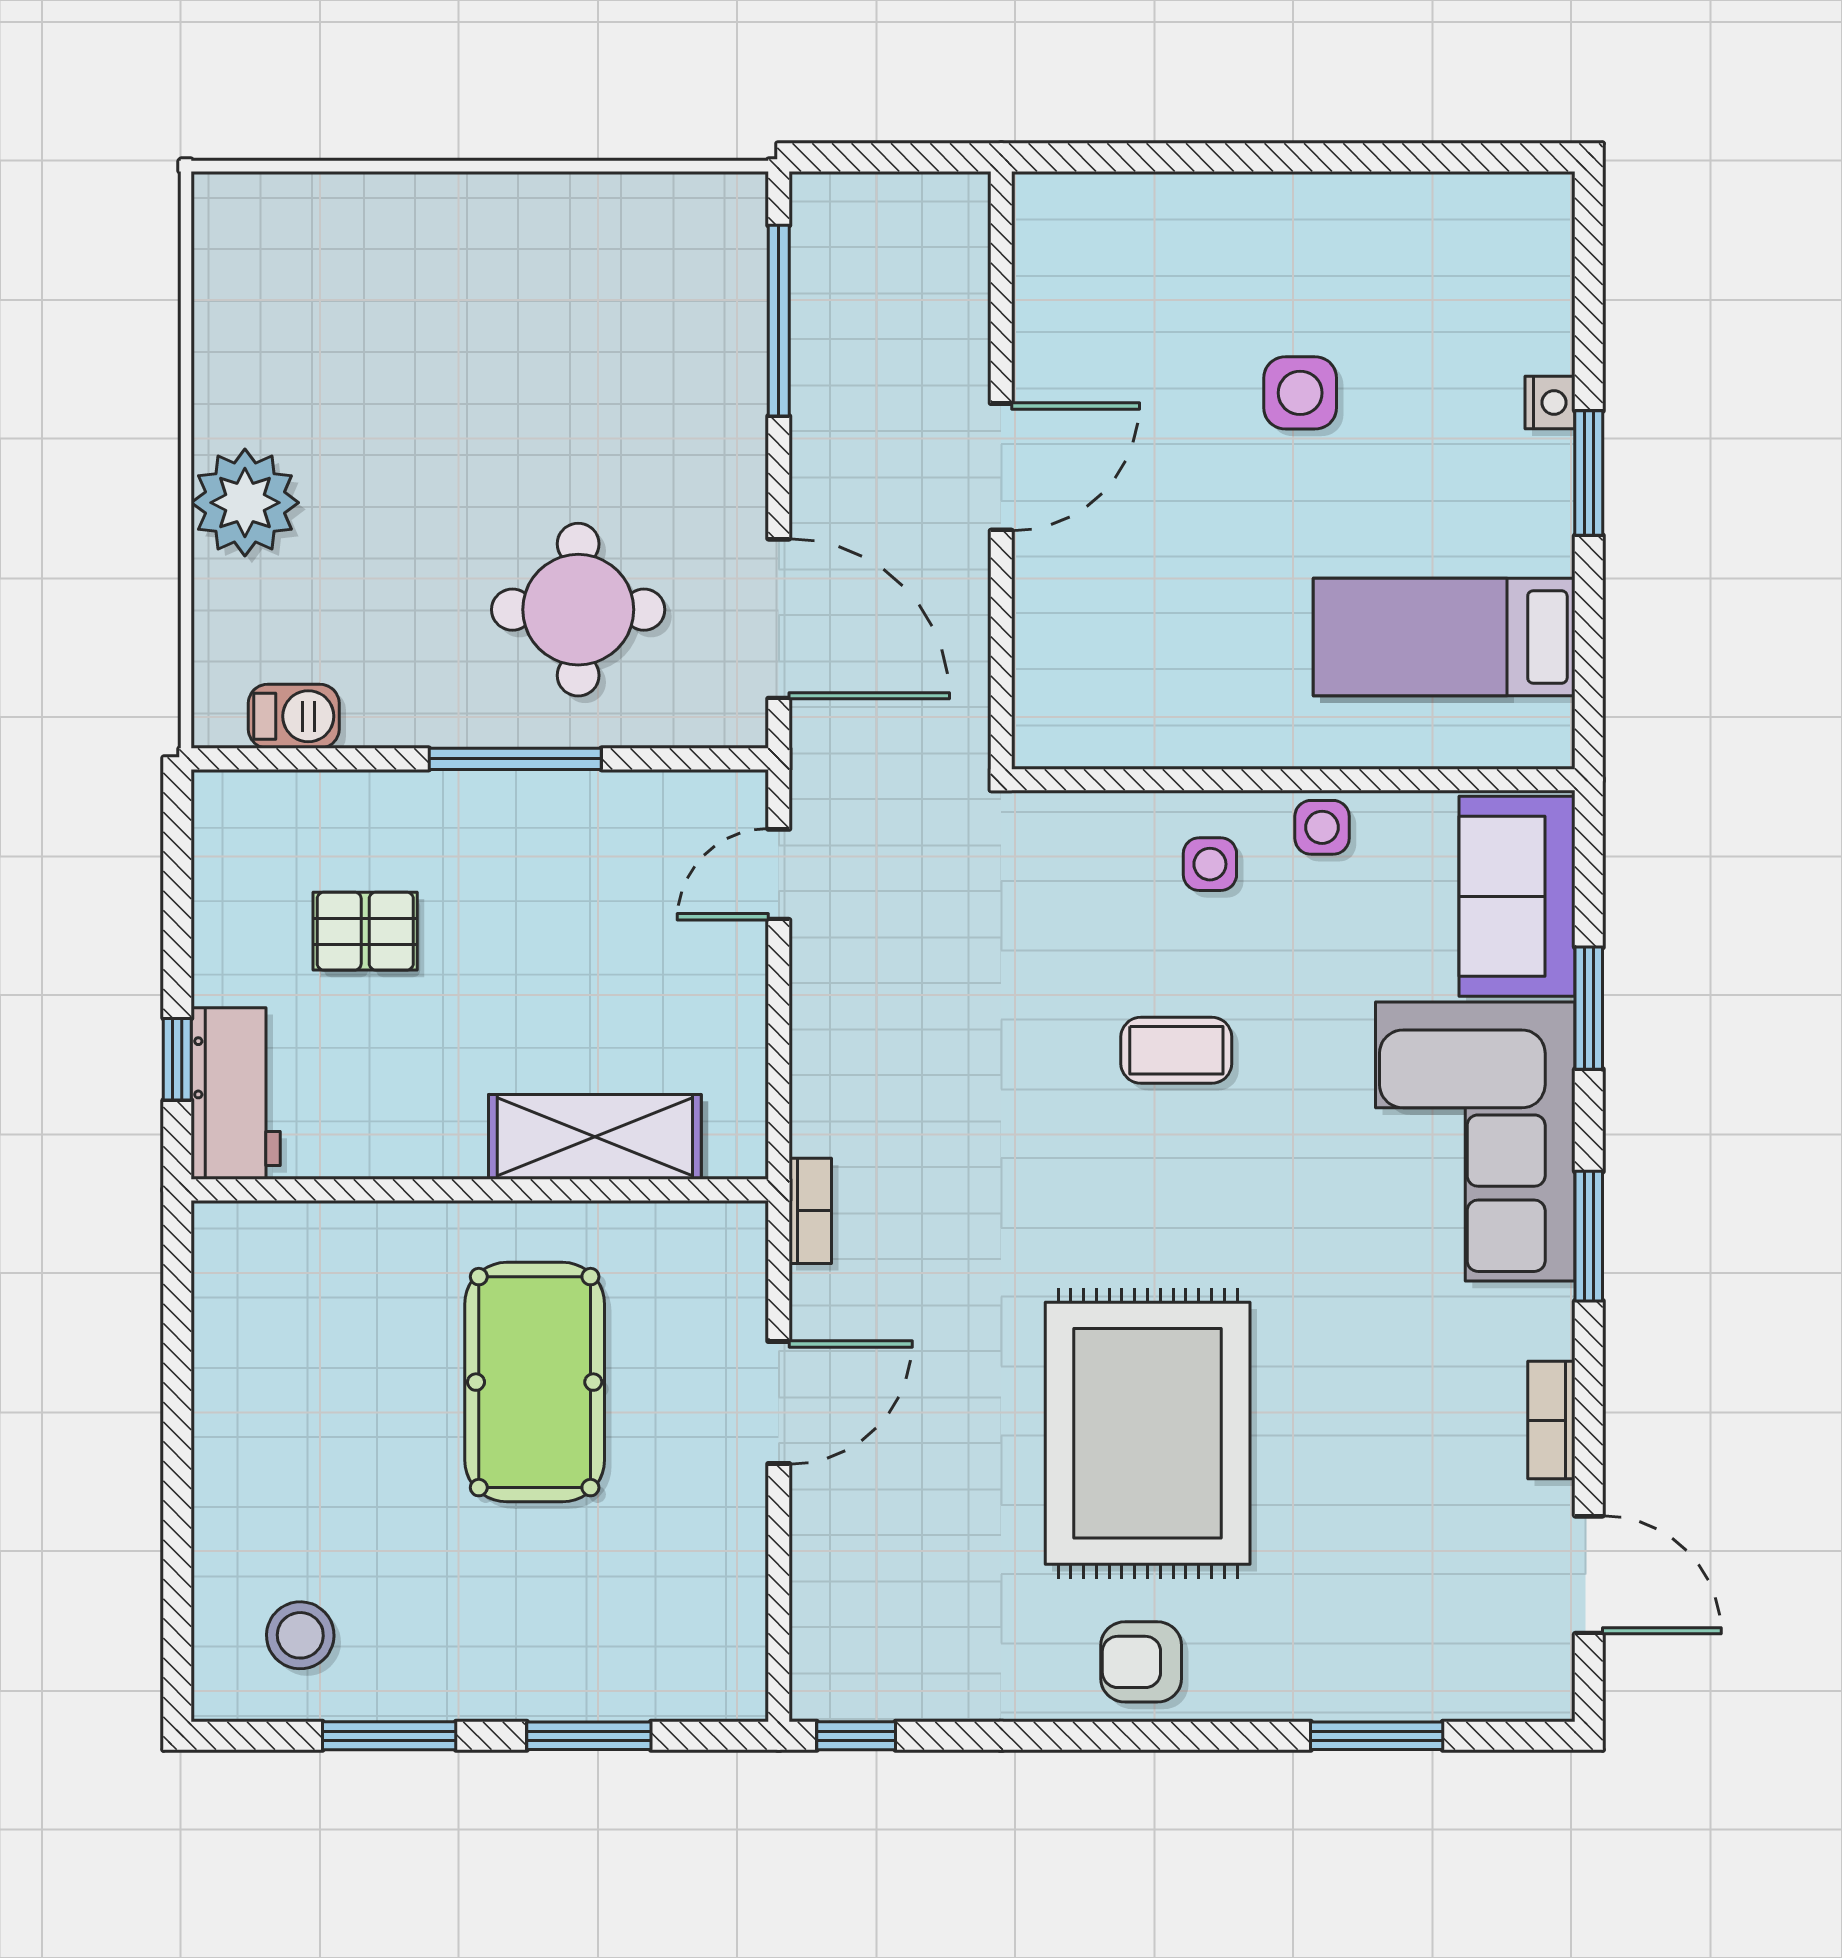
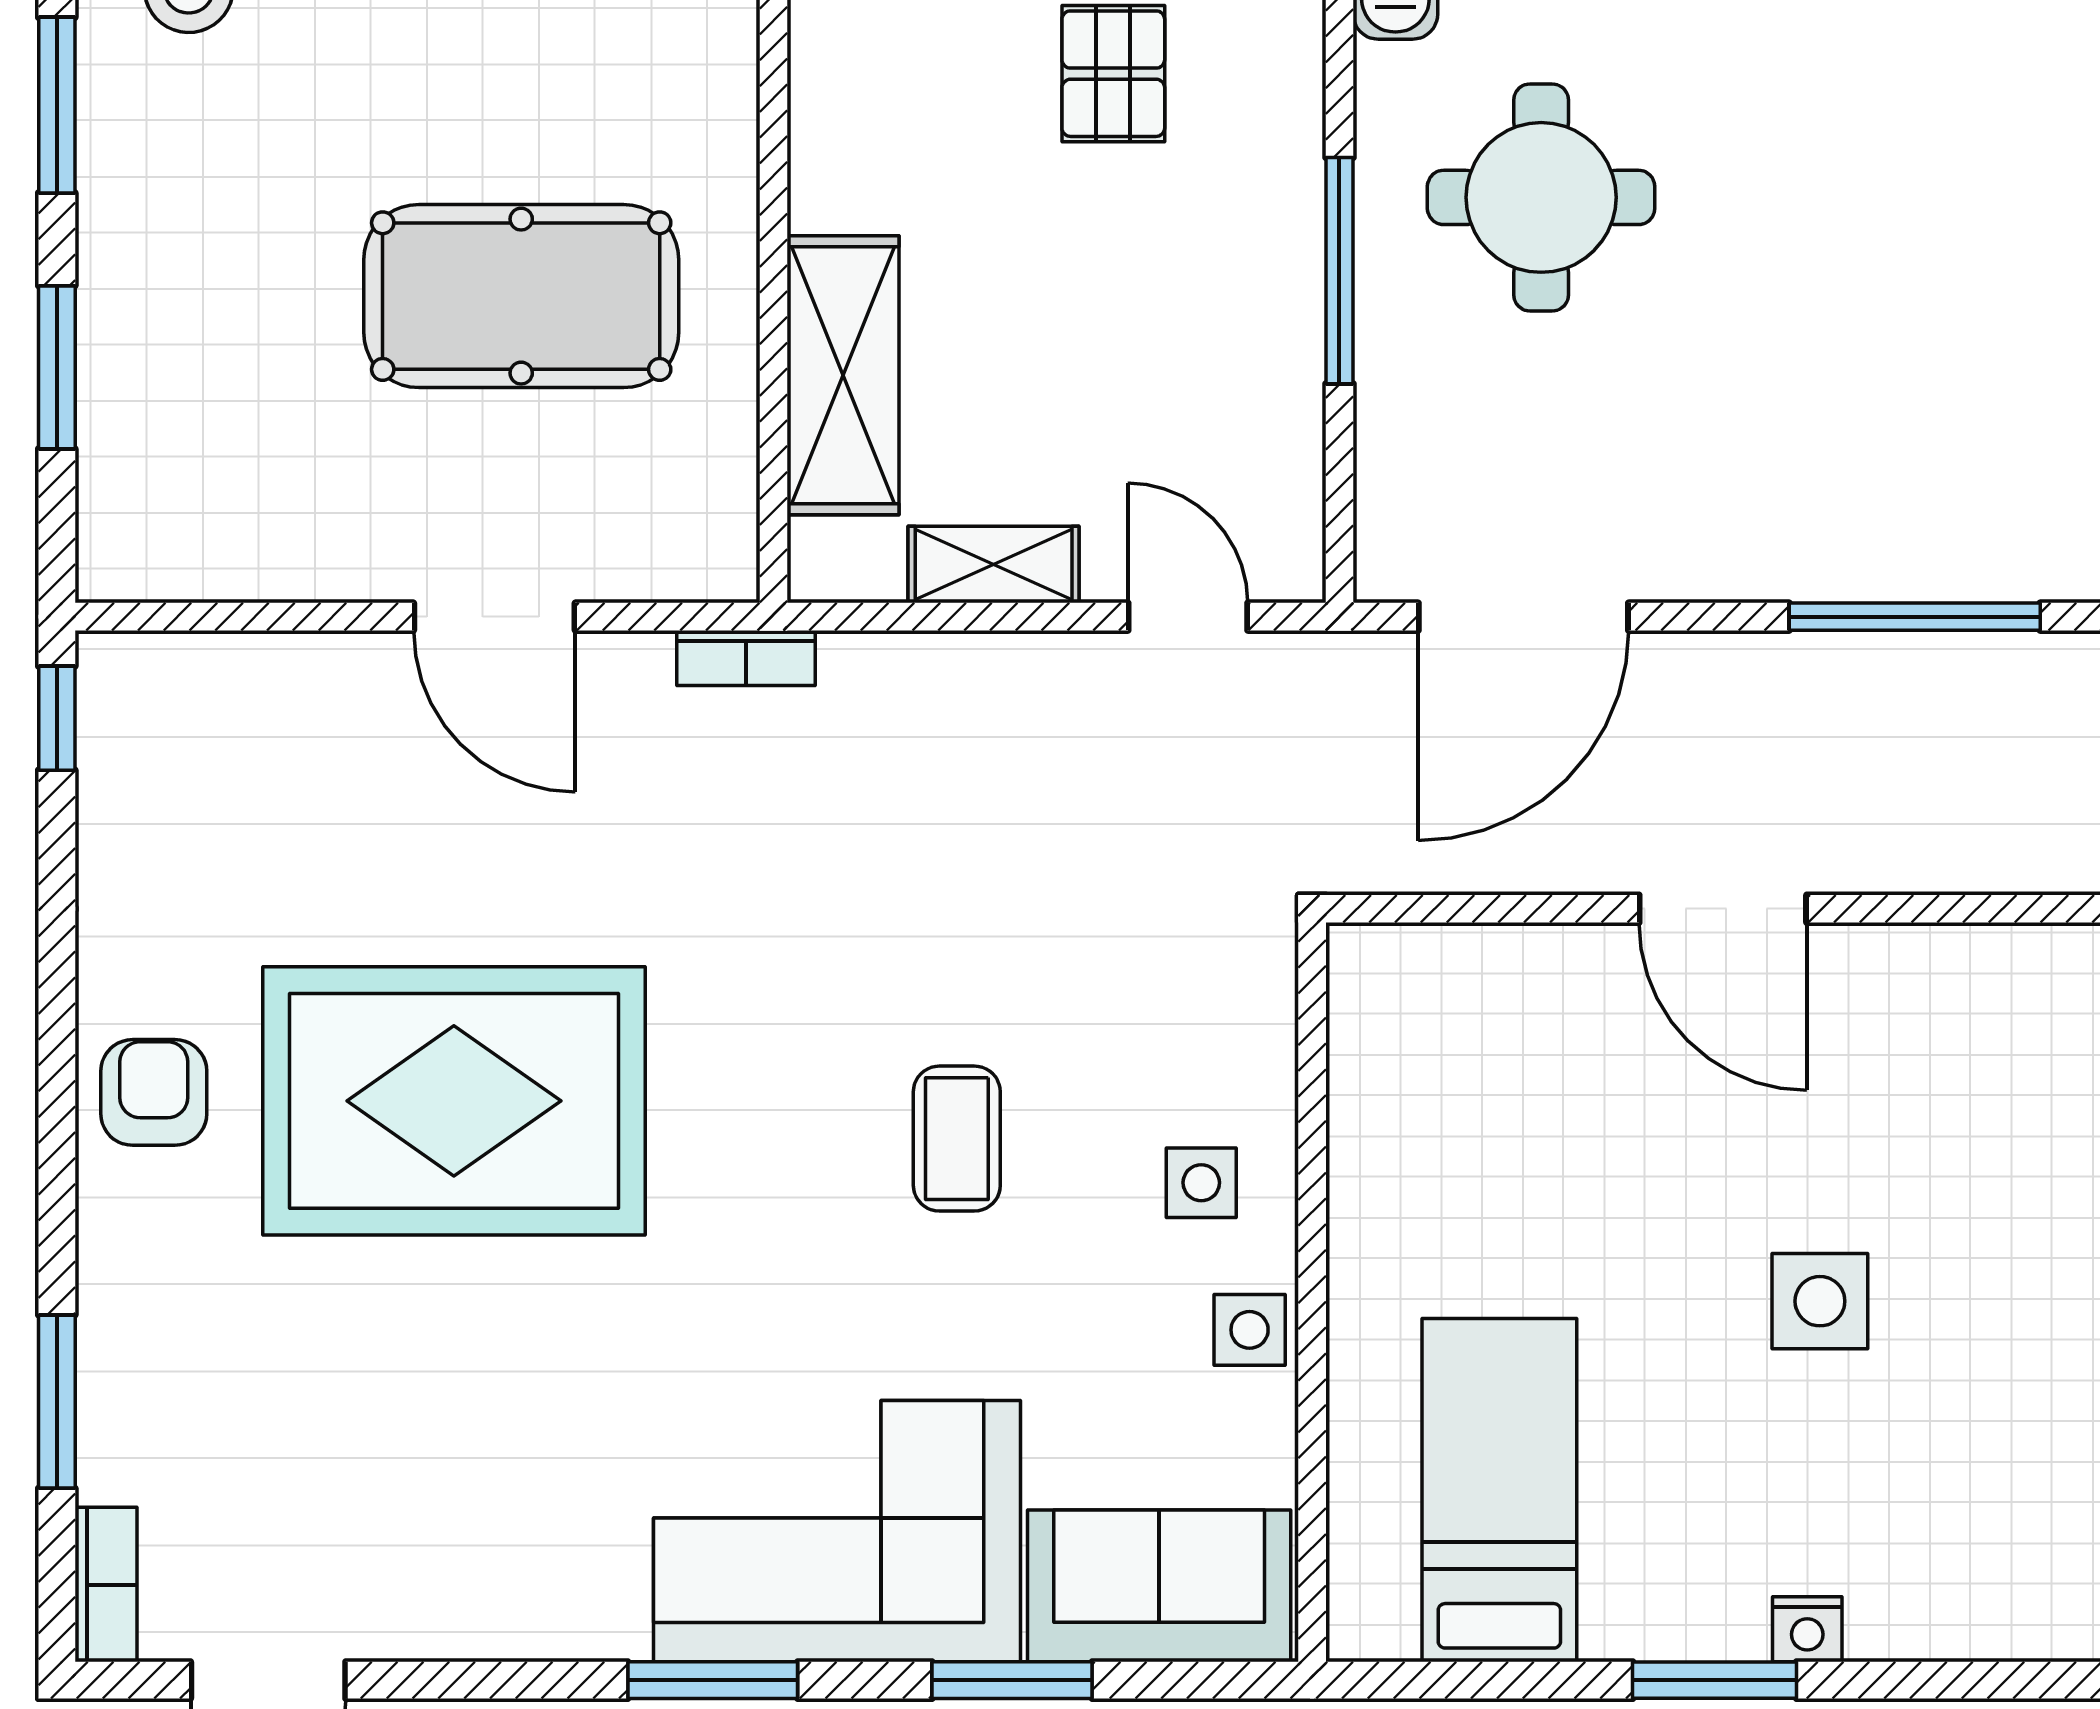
round table: (578, 610) -> (1541, 197), moved
shelving: (739, 1022) -> (994, 565), added
bookcase: (1551, 1420) -> (106, 1585), moved, turned 90

